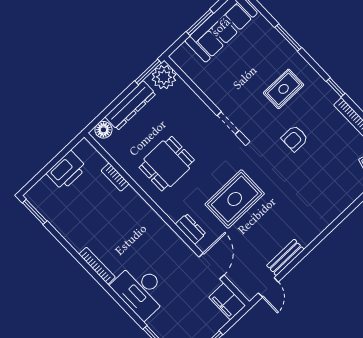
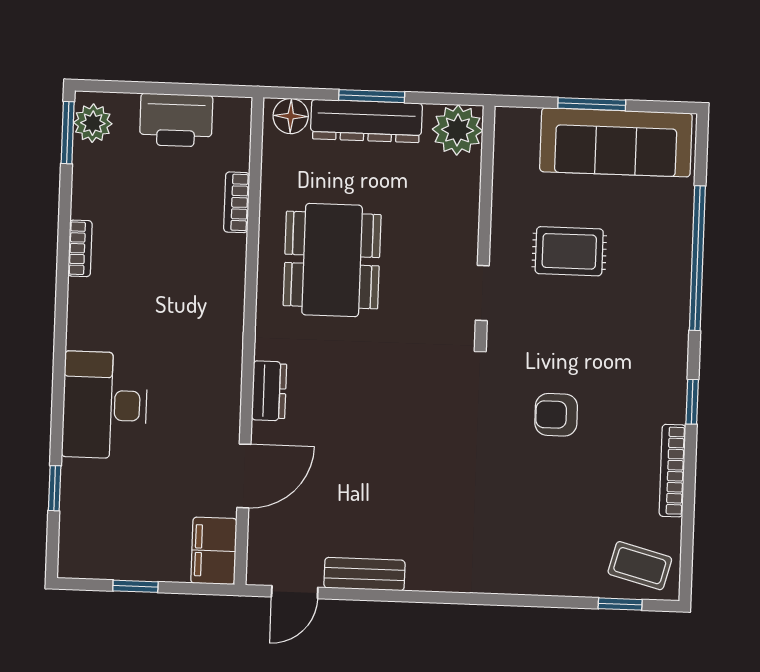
window: (288, 38) -> (697, 258), width x2.11
window: (148, 72) -> (372, 96), moved
rug: (284, 89) -> (569, 251), moved
dining table: (167, 164) -> (332, 260), width x1.38
rug: (235, 199) -> (378, 413), removed
plant: (40, 200) -> (93, 123), added
bookcase: (97, 266) -> (80, 248), moved, width x0.64

